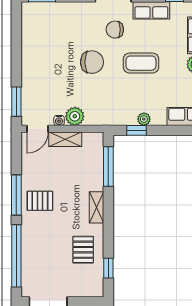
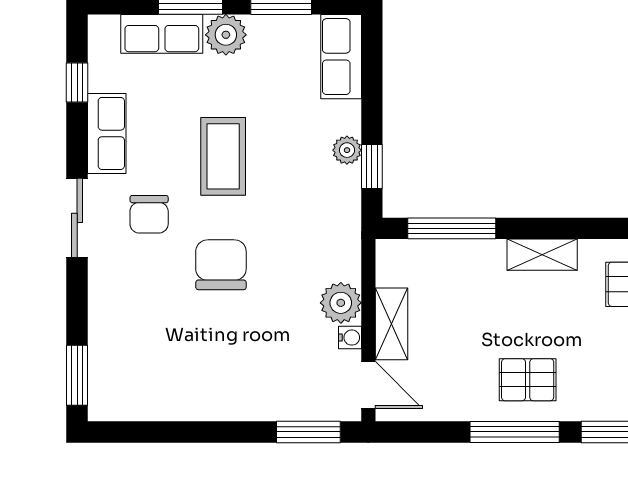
pallet: (40, 201) -> (528, 380), turned 90

